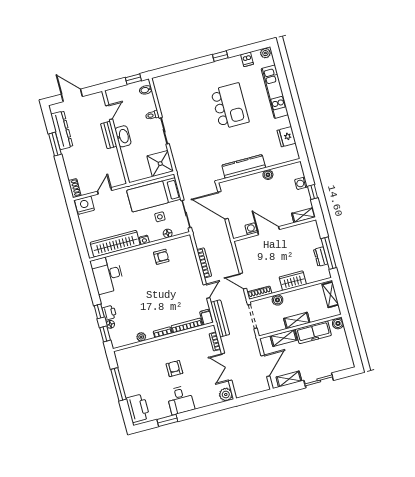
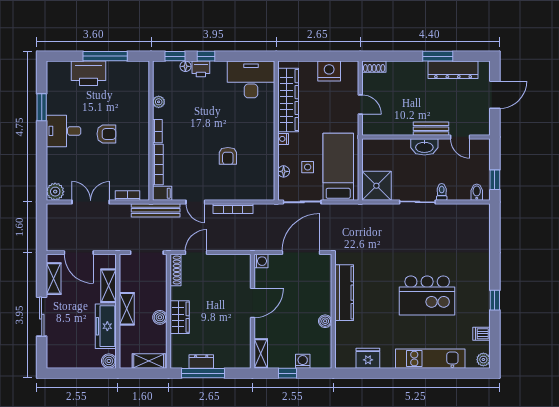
nightstand: (85, 205) -> (329, 71), moved, turned -90
washing machine: (251, 229) -> (261, 261), moved
armchair: (161, 257) -> (228, 156), moved
boiler: (277, 300) -> (160, 317), moved
printer: (138, 408) -> (89, 73), moved

